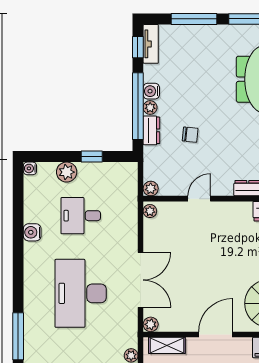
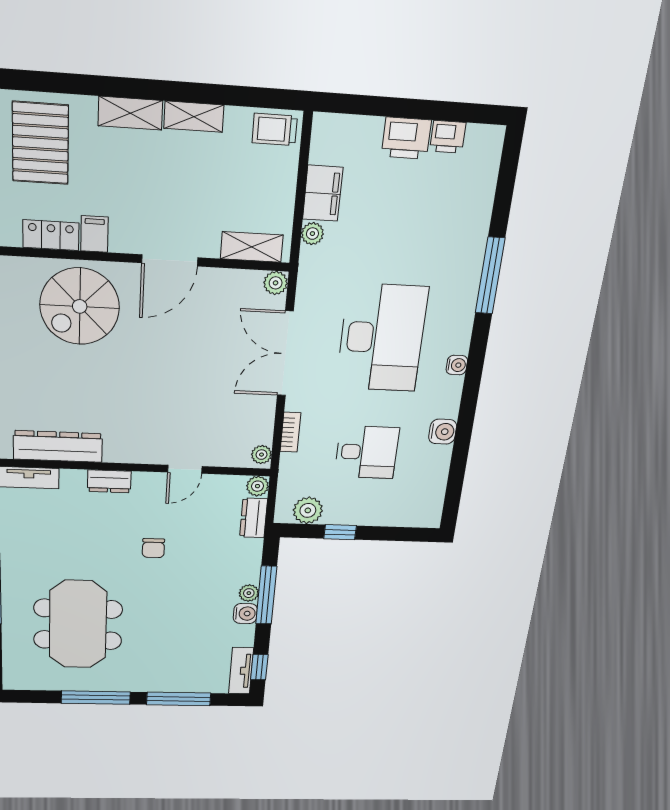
window: (138, 106) -> (266, 595), width x0.68
dresser: (151, 130) -> (254, 518), moved
chair: (190, 135) -> (153, 548), moved, turned -96
water cooler: (30, 168) -> (457, 365), moved
plant: (67, 172) -> (308, 510), moved
bookcase: (132, 227) -> (290, 432), added

